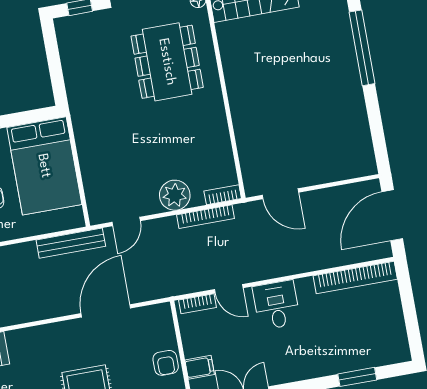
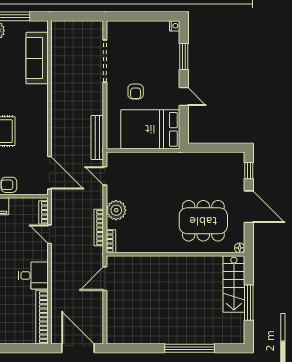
door: (229, 289) -> (50, 234), hinge flipped
desk: (276, 305) -> (33, 275), moved
door: (106, 311) -> (50, 173), moved

